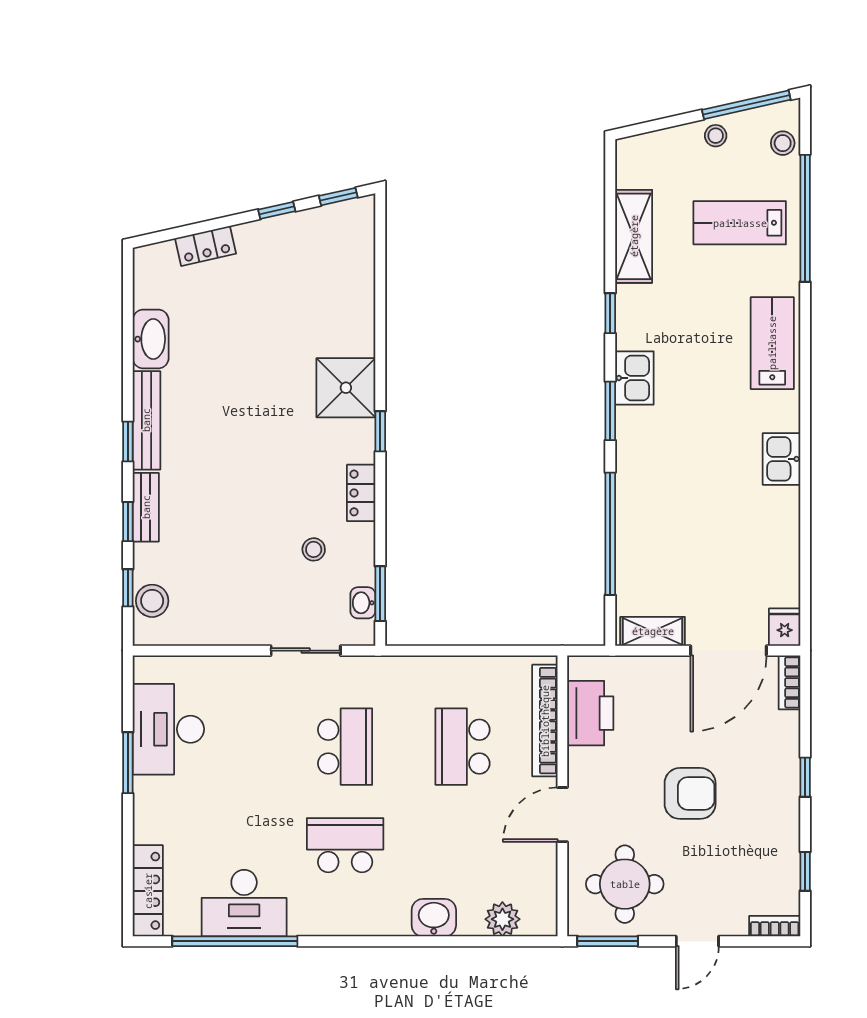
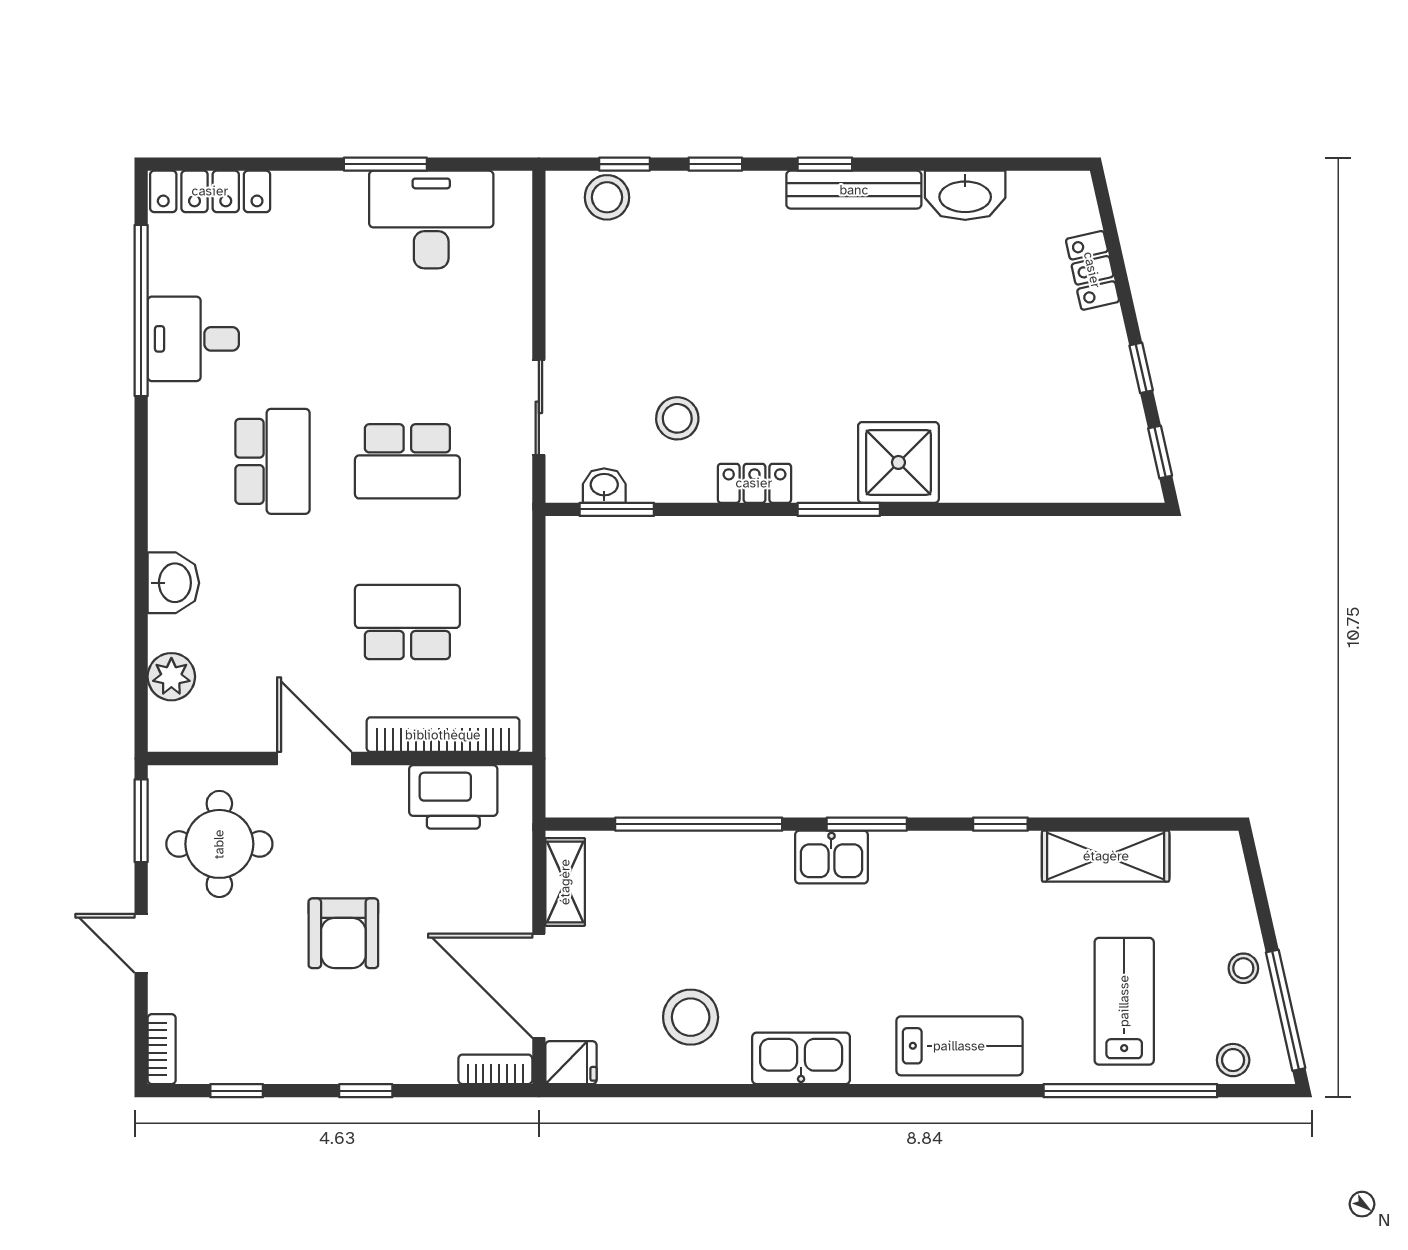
kitchen sink: (634, 378) -> (831, 857), moved
window: (380, 431) -> (839, 509), width x1.50
kitchen sink: (781, 459) -> (801, 1058), width x1.38
bench: (146, 507) -> (735, 189), removed
stool: (751, 540) -> (691, 1017), added
stool: (314, 549) -> (677, 418), width x1.37, depth x1.37
desk: (244, 903) -> (193, 339), width x0.73

